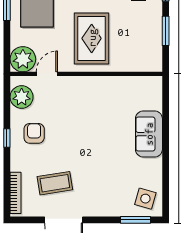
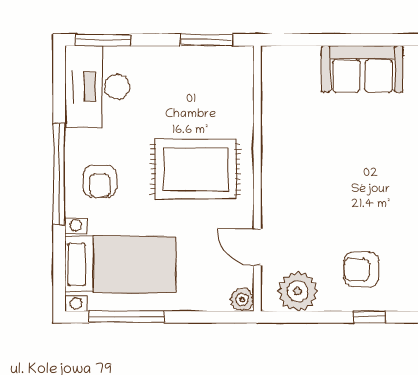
window: (166, 31) -> (207, 40), moved
plant: (23, 59) -> (242, 300), width x0.53, depth x0.53

